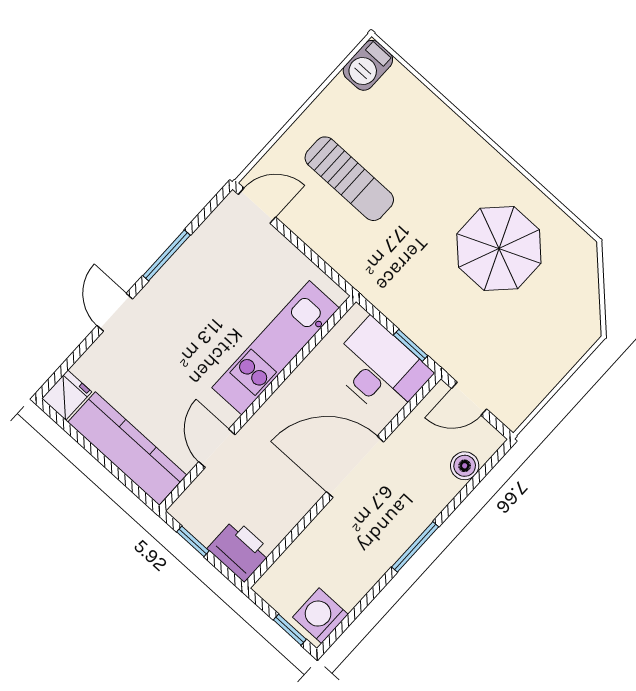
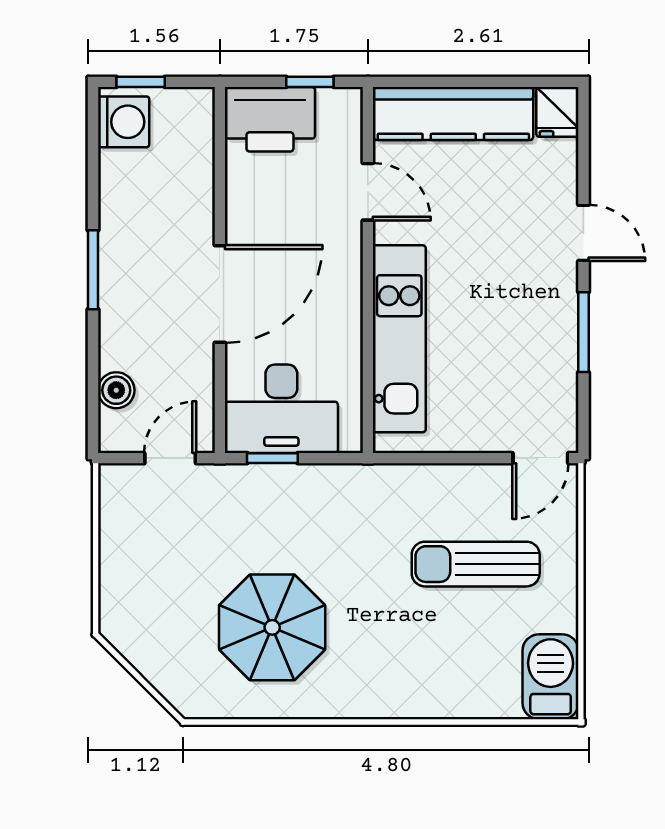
barbecue: (368, 65) -> (551, 677), width x1.38, depth x1.27
printer: (240, 550) -> (270, 119), width x1.37, depth x1.19

